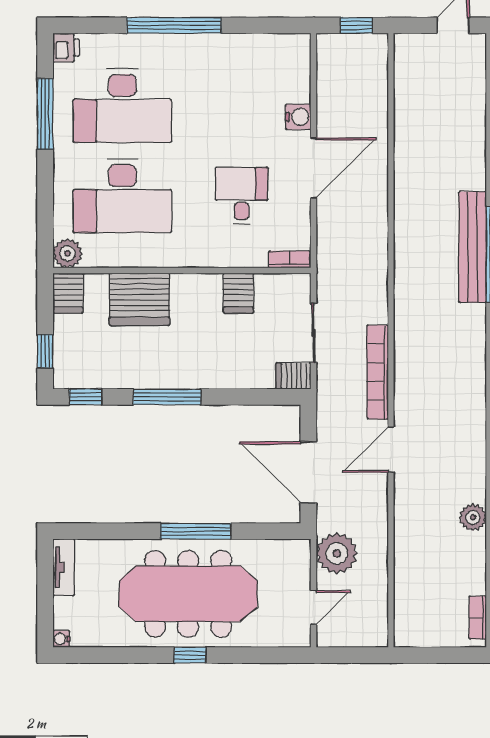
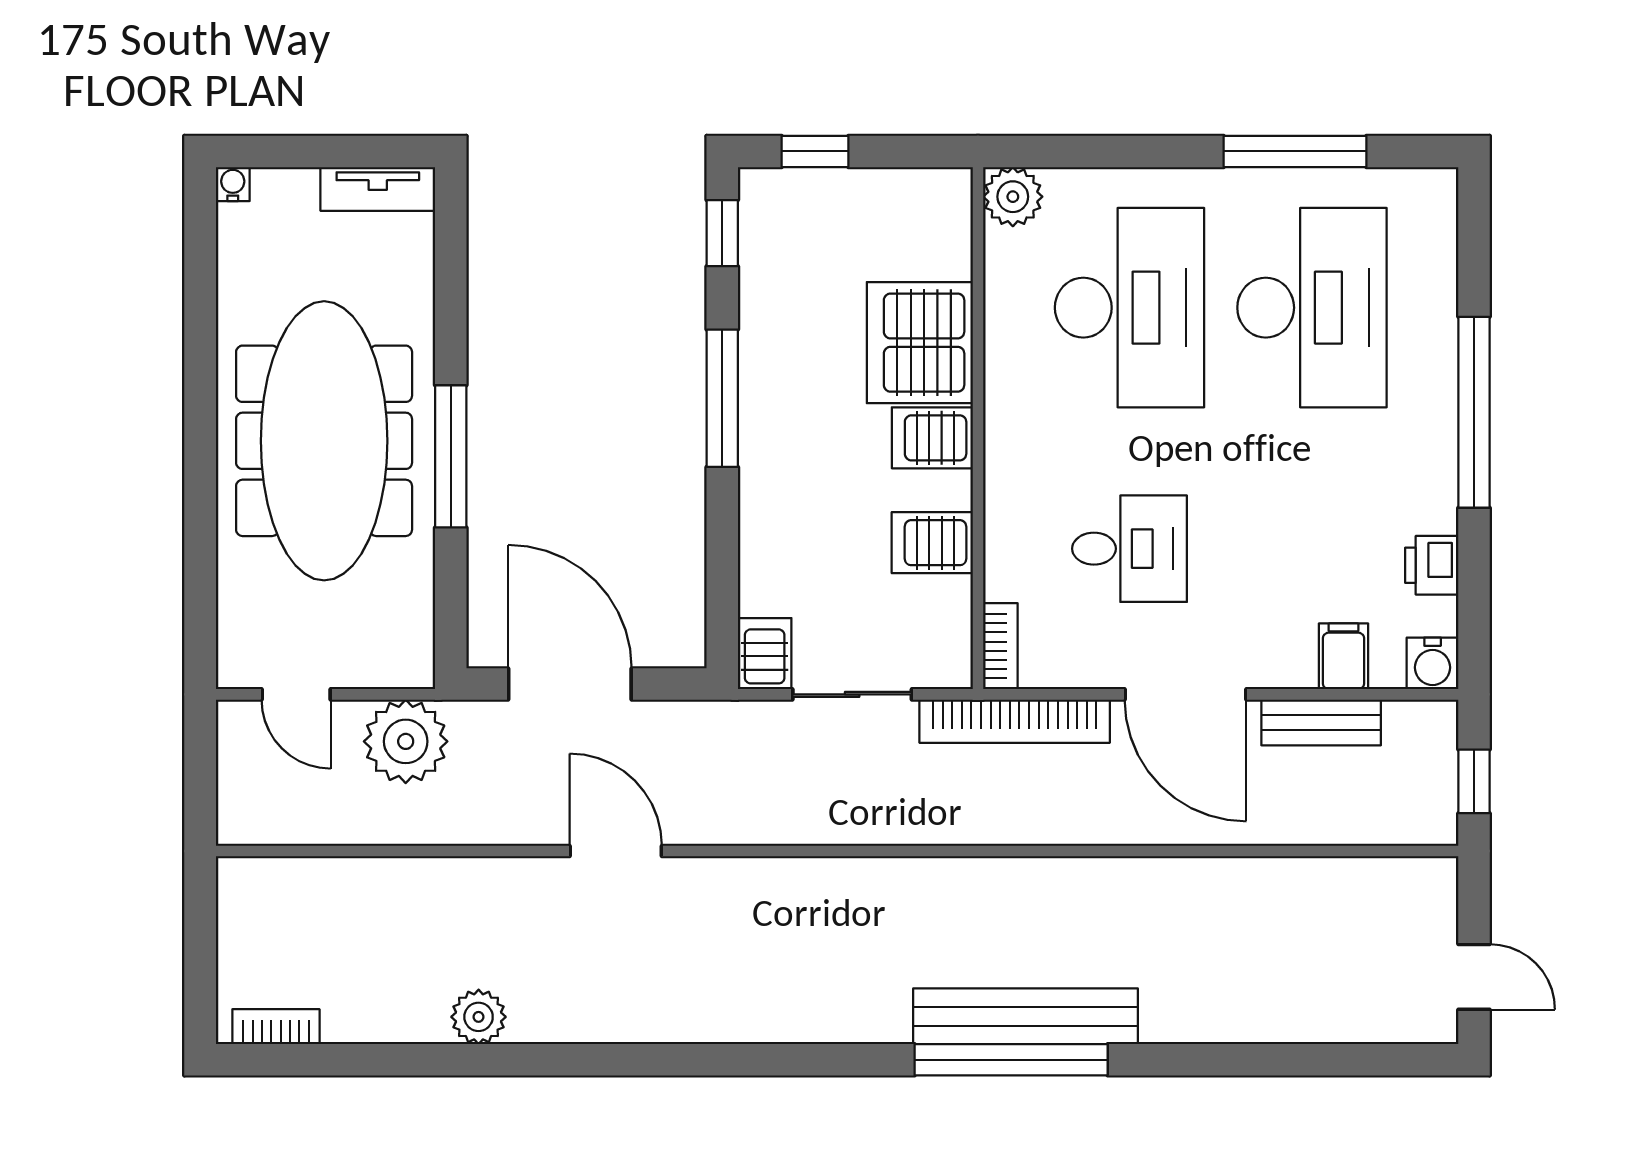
printer: (66, 48) -> (1432, 565), moved, turned 90
filing cabinet: (295, 90) -> (1343, 656), added
bench: (327, 101) -> (1321, 722), added
desk: (122, 105) -> (1312, 308), turned 180
water cooler: (298, 117) -> (1433, 663), moved
desk: (122, 196) -> (1130, 308), turned 180
server rack: (68, 293) -> (932, 438), moved
bookcase: (378, 372) -> (1015, 721), moved, turned 180
door: (308, 472) -> (570, 684), hinge flipped
window: (190, 655) -> (200, 445), removed

